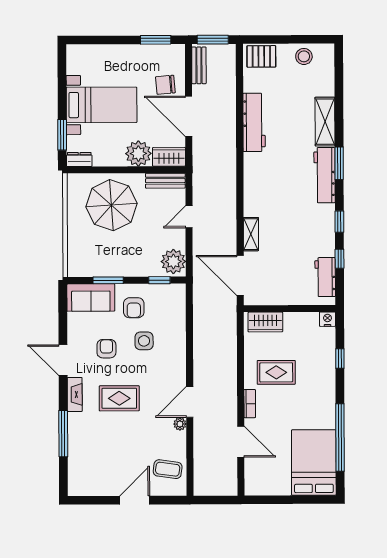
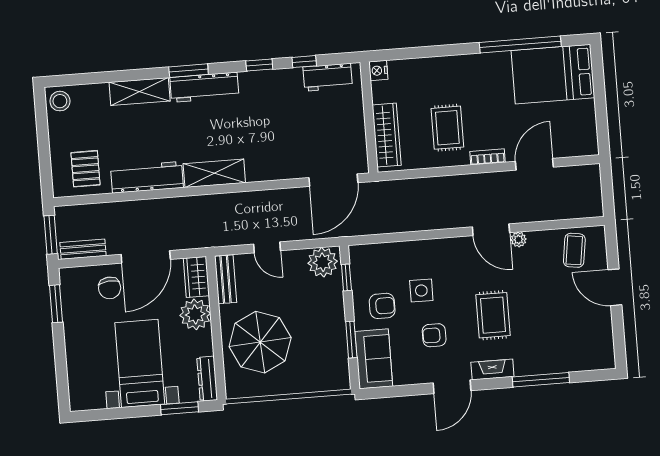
pallet: (261, 56) -> (85, 169), moved
stool: (304, 56) -> (60, 101), moved
dresser: (79, 159) -> (207, 379), width x1.44
shelving: (251, 234) -> (214, 173), moved, width x1.50, depth x1.33
wardrobe: (265, 322) -> (387, 135), width x1.50
window: (340, 359) -> (425, 52), removed

